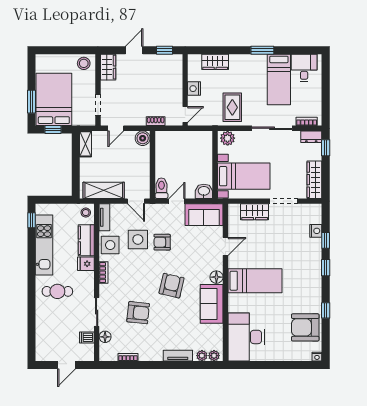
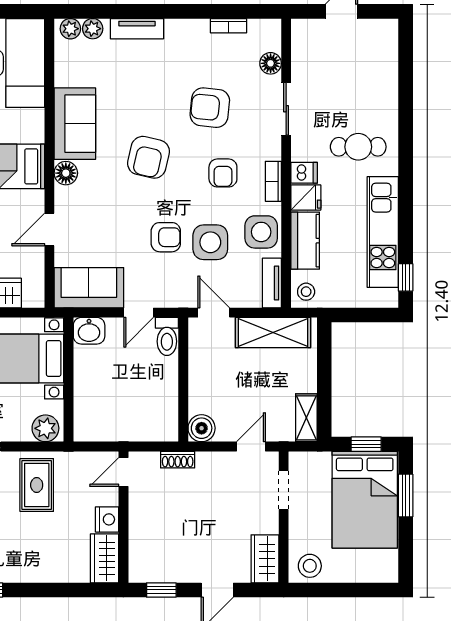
wardrobe: (215, 62) -> (105, 558), moved, turned -90
armchair: (131, 277) -> (223, 173), added
dishwasher: (87, 337) -> (304, 173), moved

